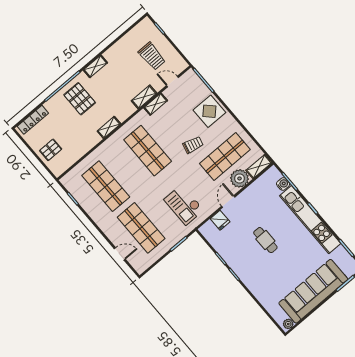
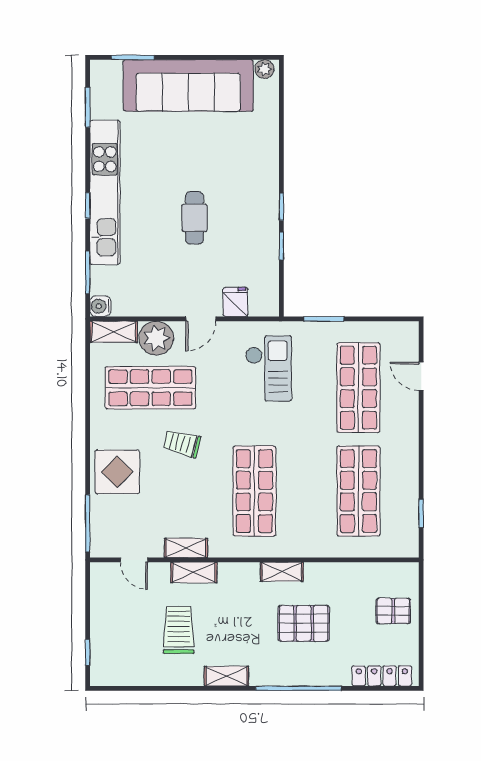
trolley: (152, 56) -> (179, 630), moved
pallet: (80, 99) -> (304, 623), moved, turned 90
water cooler: (283, 184) -> (100, 306), moved

